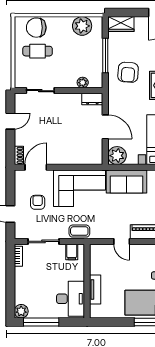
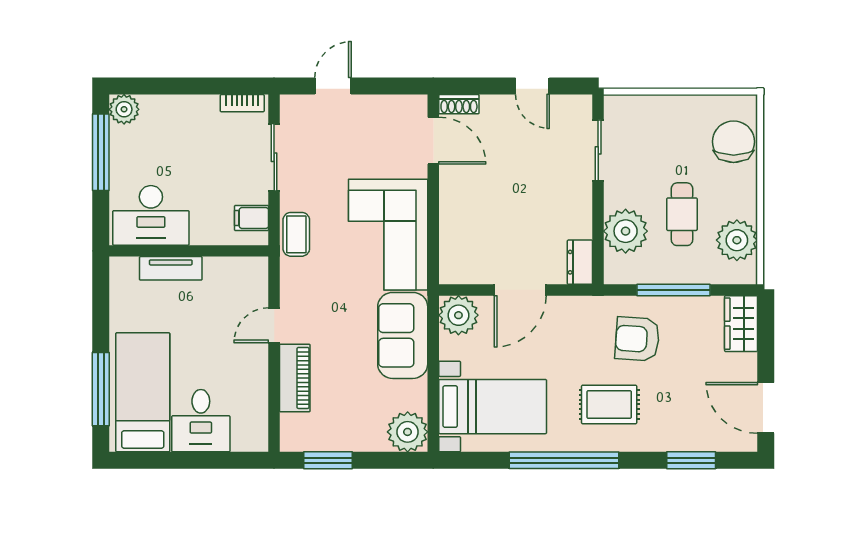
cafe table: (38, 51) -> (682, 214), moved
plant: (83, 83) -> (626, 231), width x1.88, depth x1.88
armchair: (38, 202) -> (358, 145), removed

